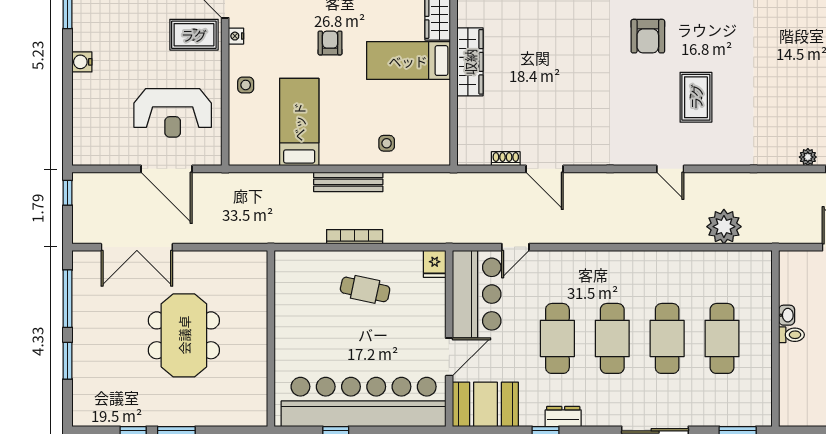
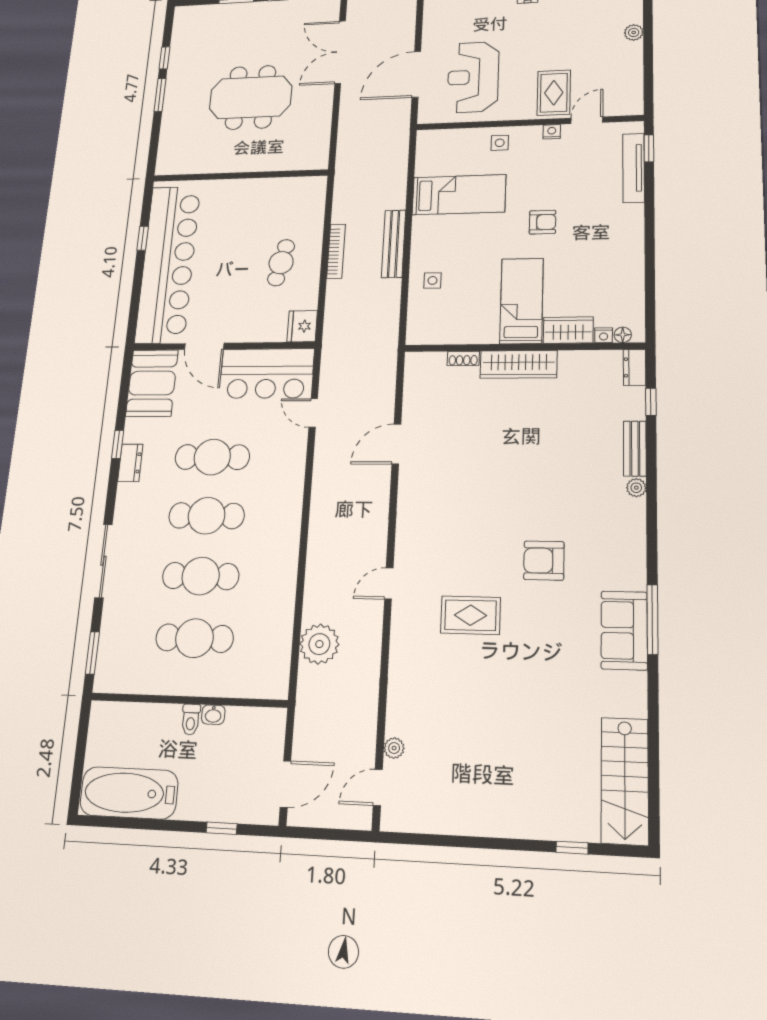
shoe rack: (506, 159) -> (463, 358), moved, turned 90
fridge: (435, 264) -> (302, 326), width x1.38

